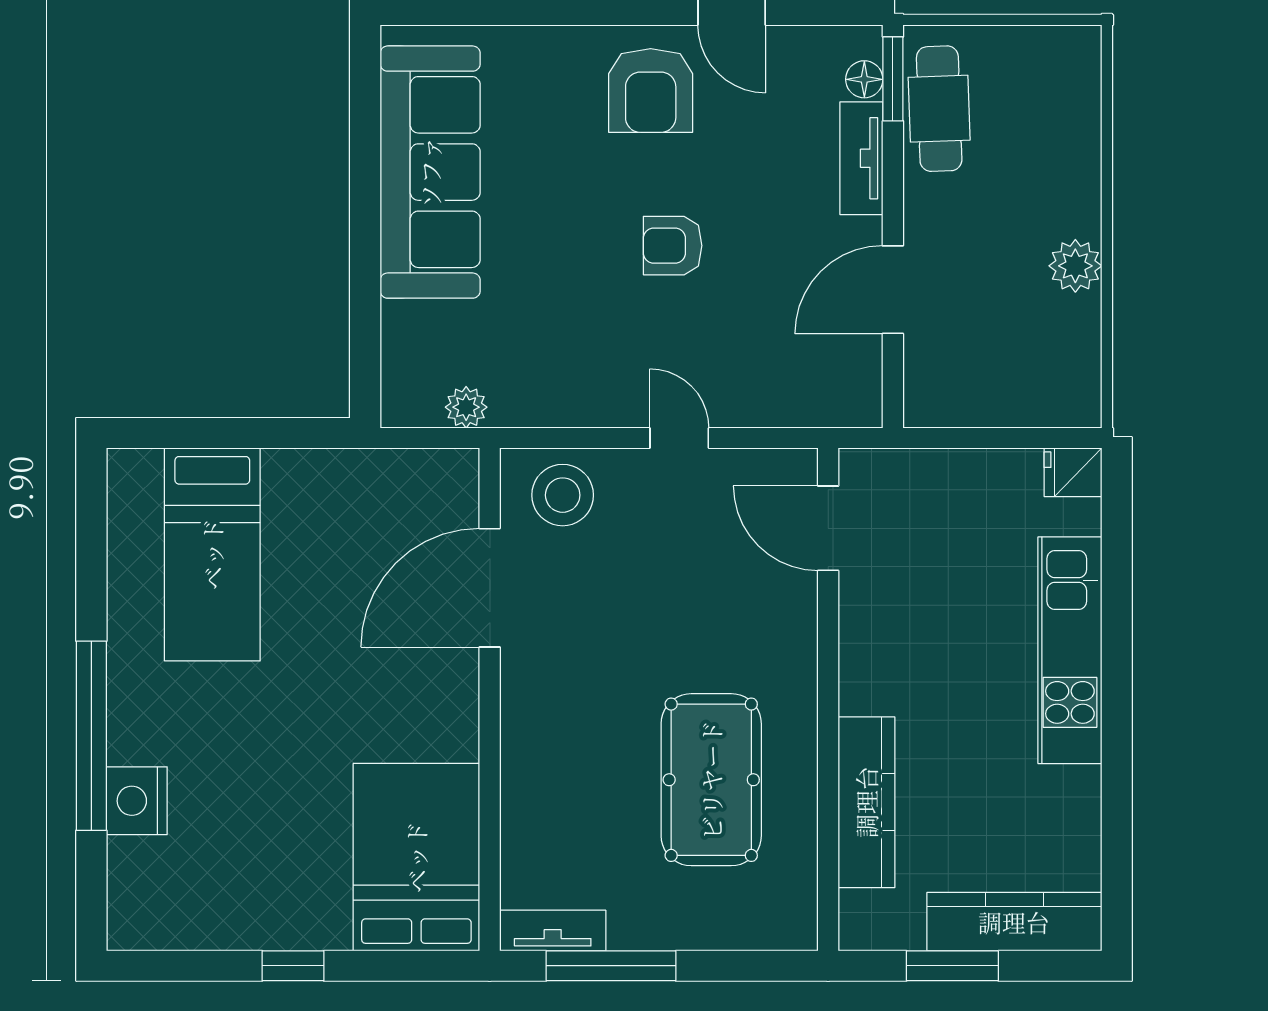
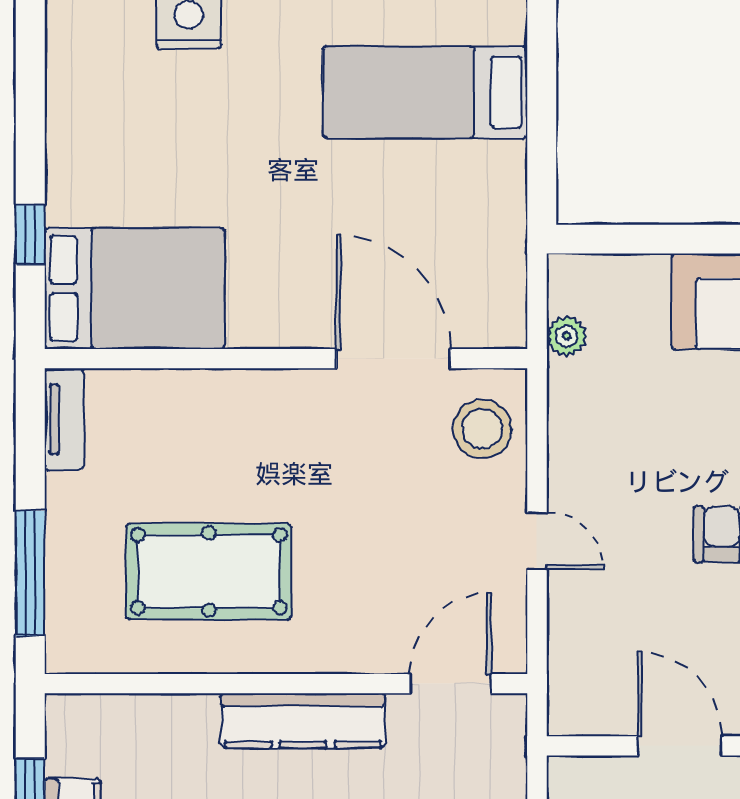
door: (679, 438) -> (537, 541), hinge flipped
kitchen counter: (866, 802) -> (303, 721), moved
window: (293, 966) -> (30, 234), moved
window: (611, 966) -> (30, 573), moved

